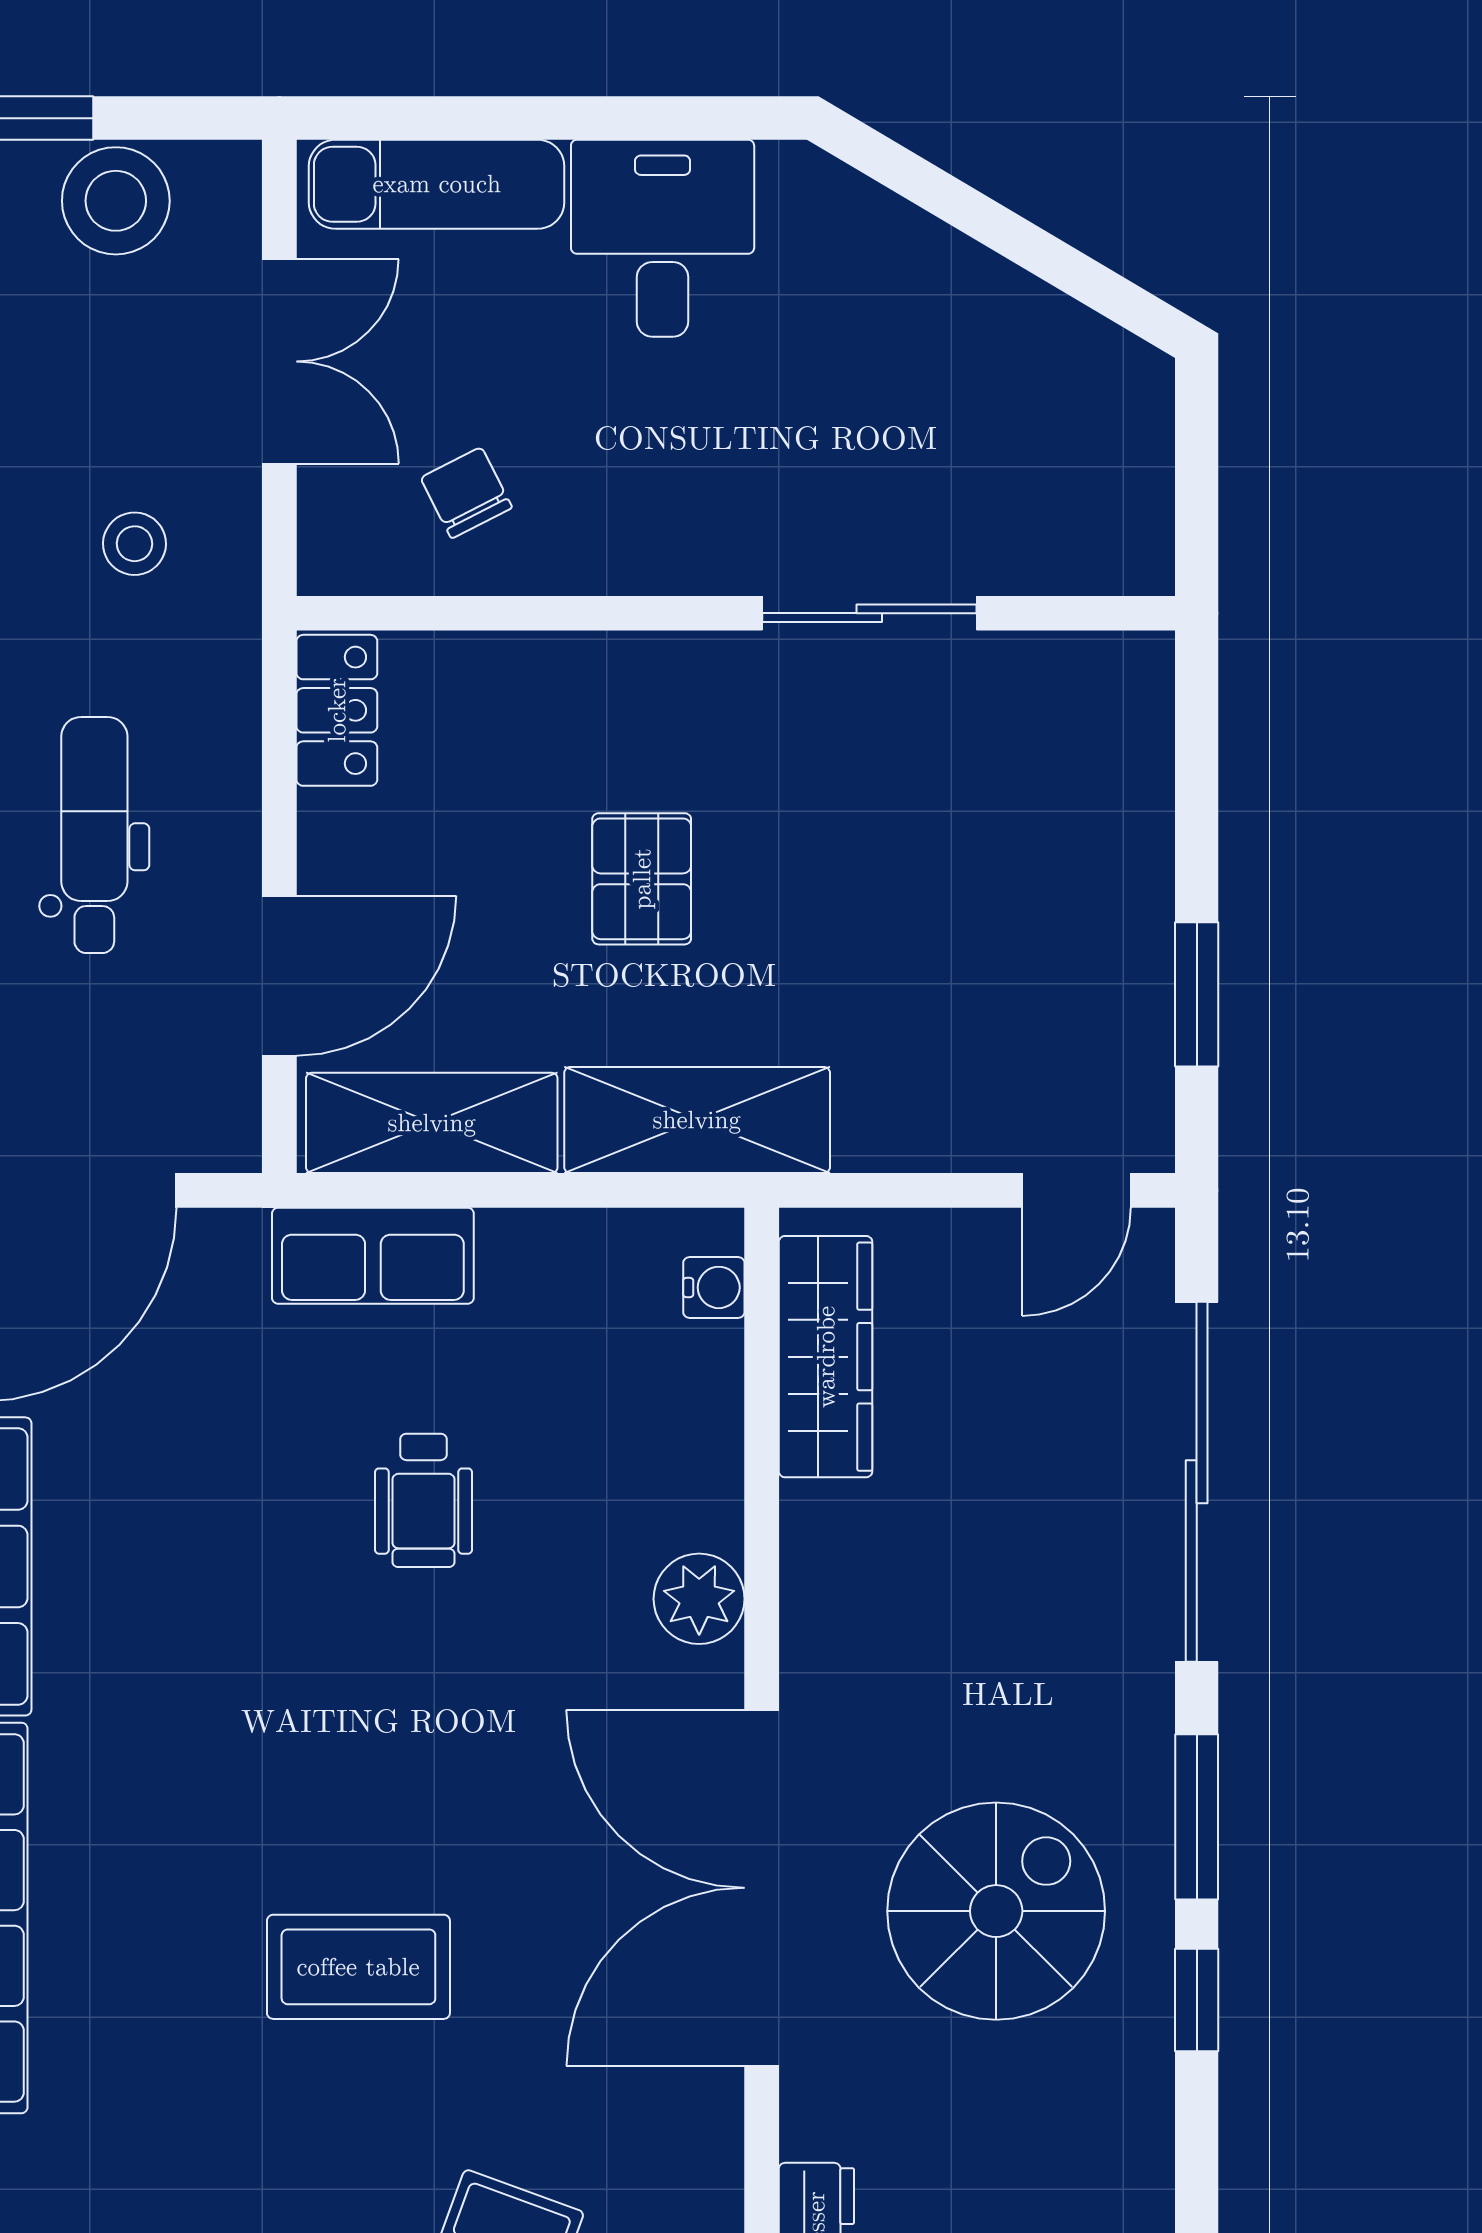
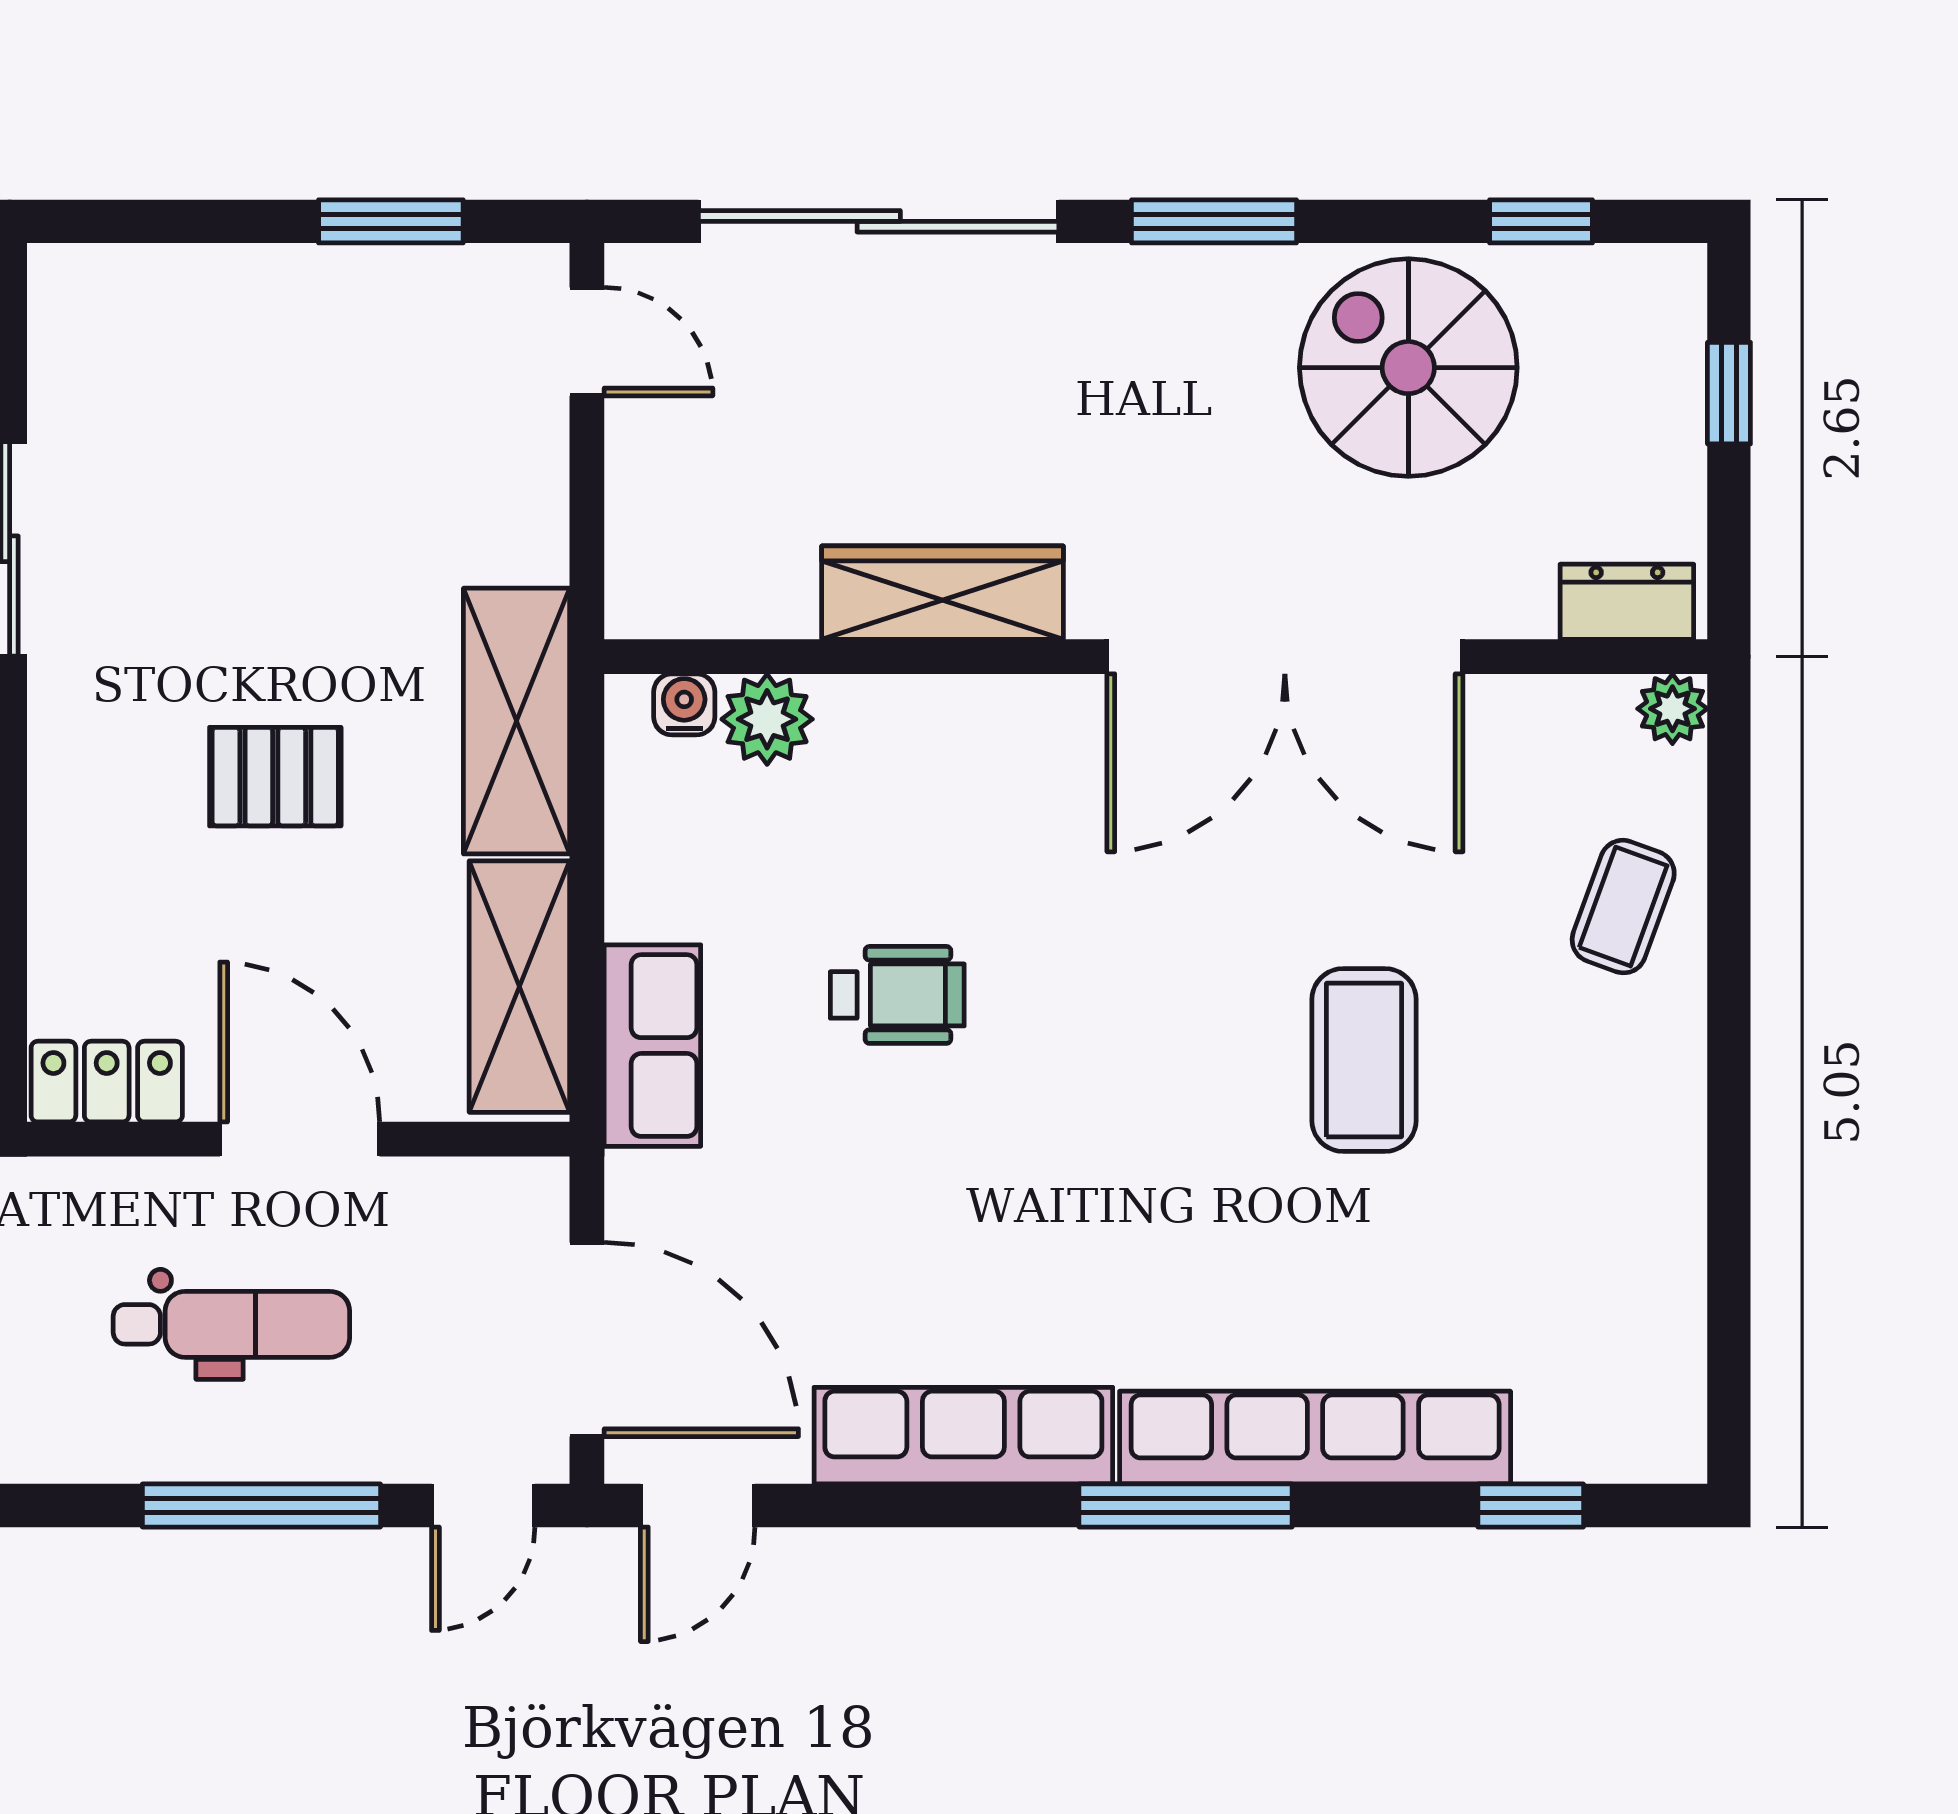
dental chair: (94, 835) -> (231, 1324), turned 180
door: (279, 976) -> (300, 1139), moved
wardrobe: (826, 1357) -> (942, 593), moved
plant: (699, 1599) -> (767, 719), moved
spiral stairs: (996, 1911) -> (1408, 368), moved
window: (1197, 2000) -> (1541, 221), moved

